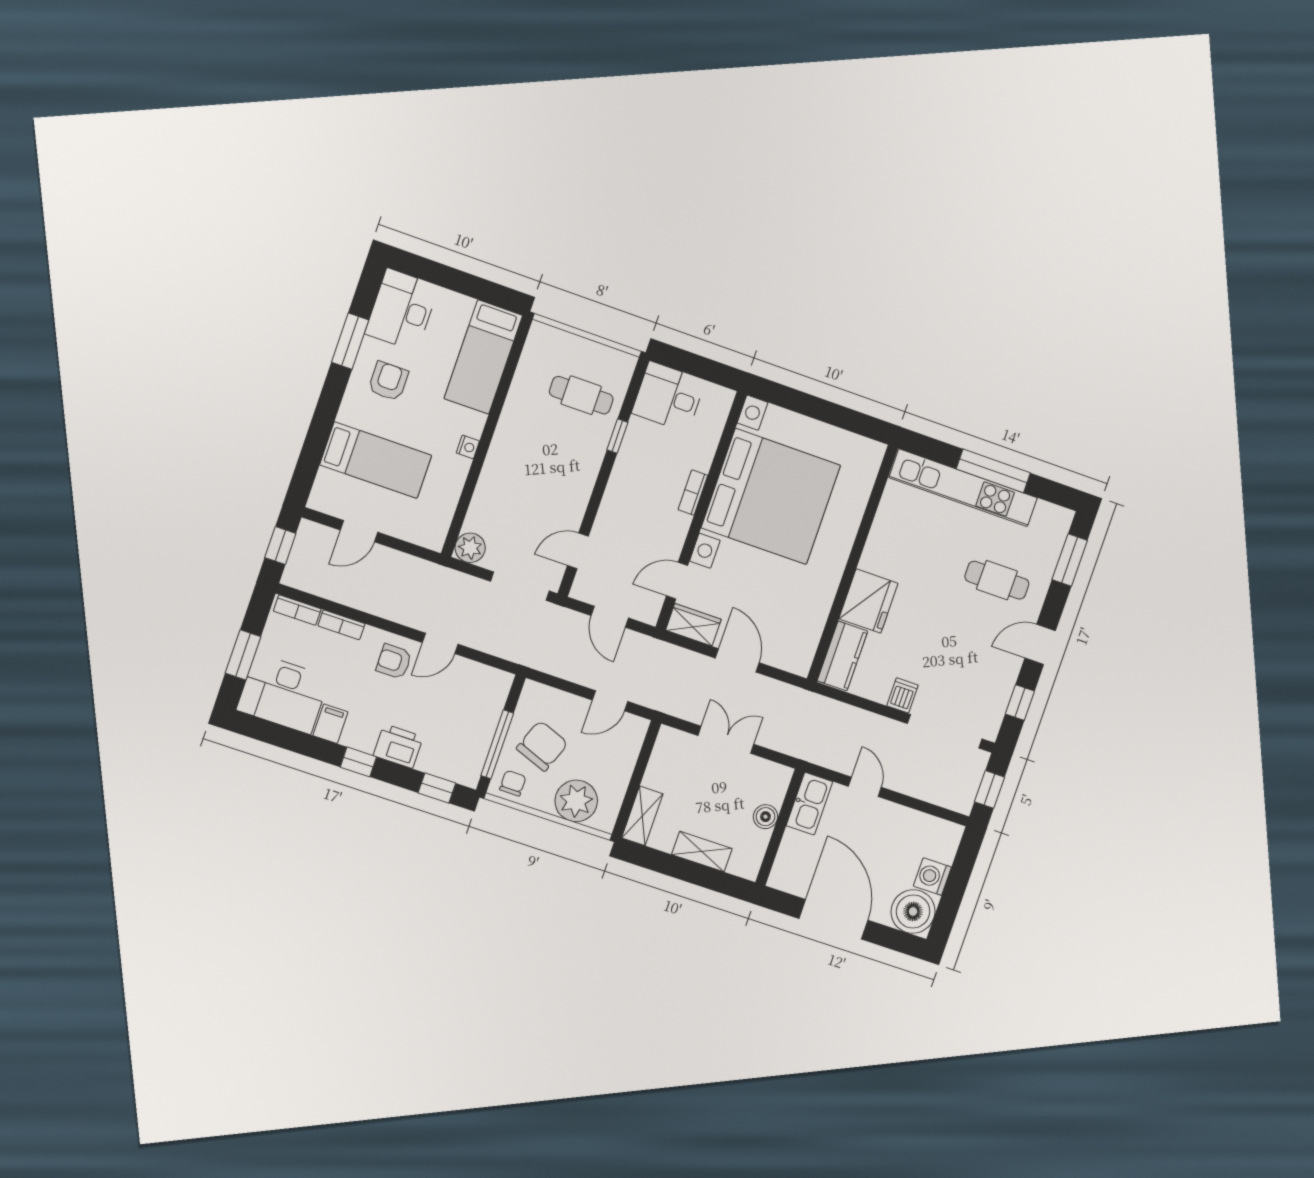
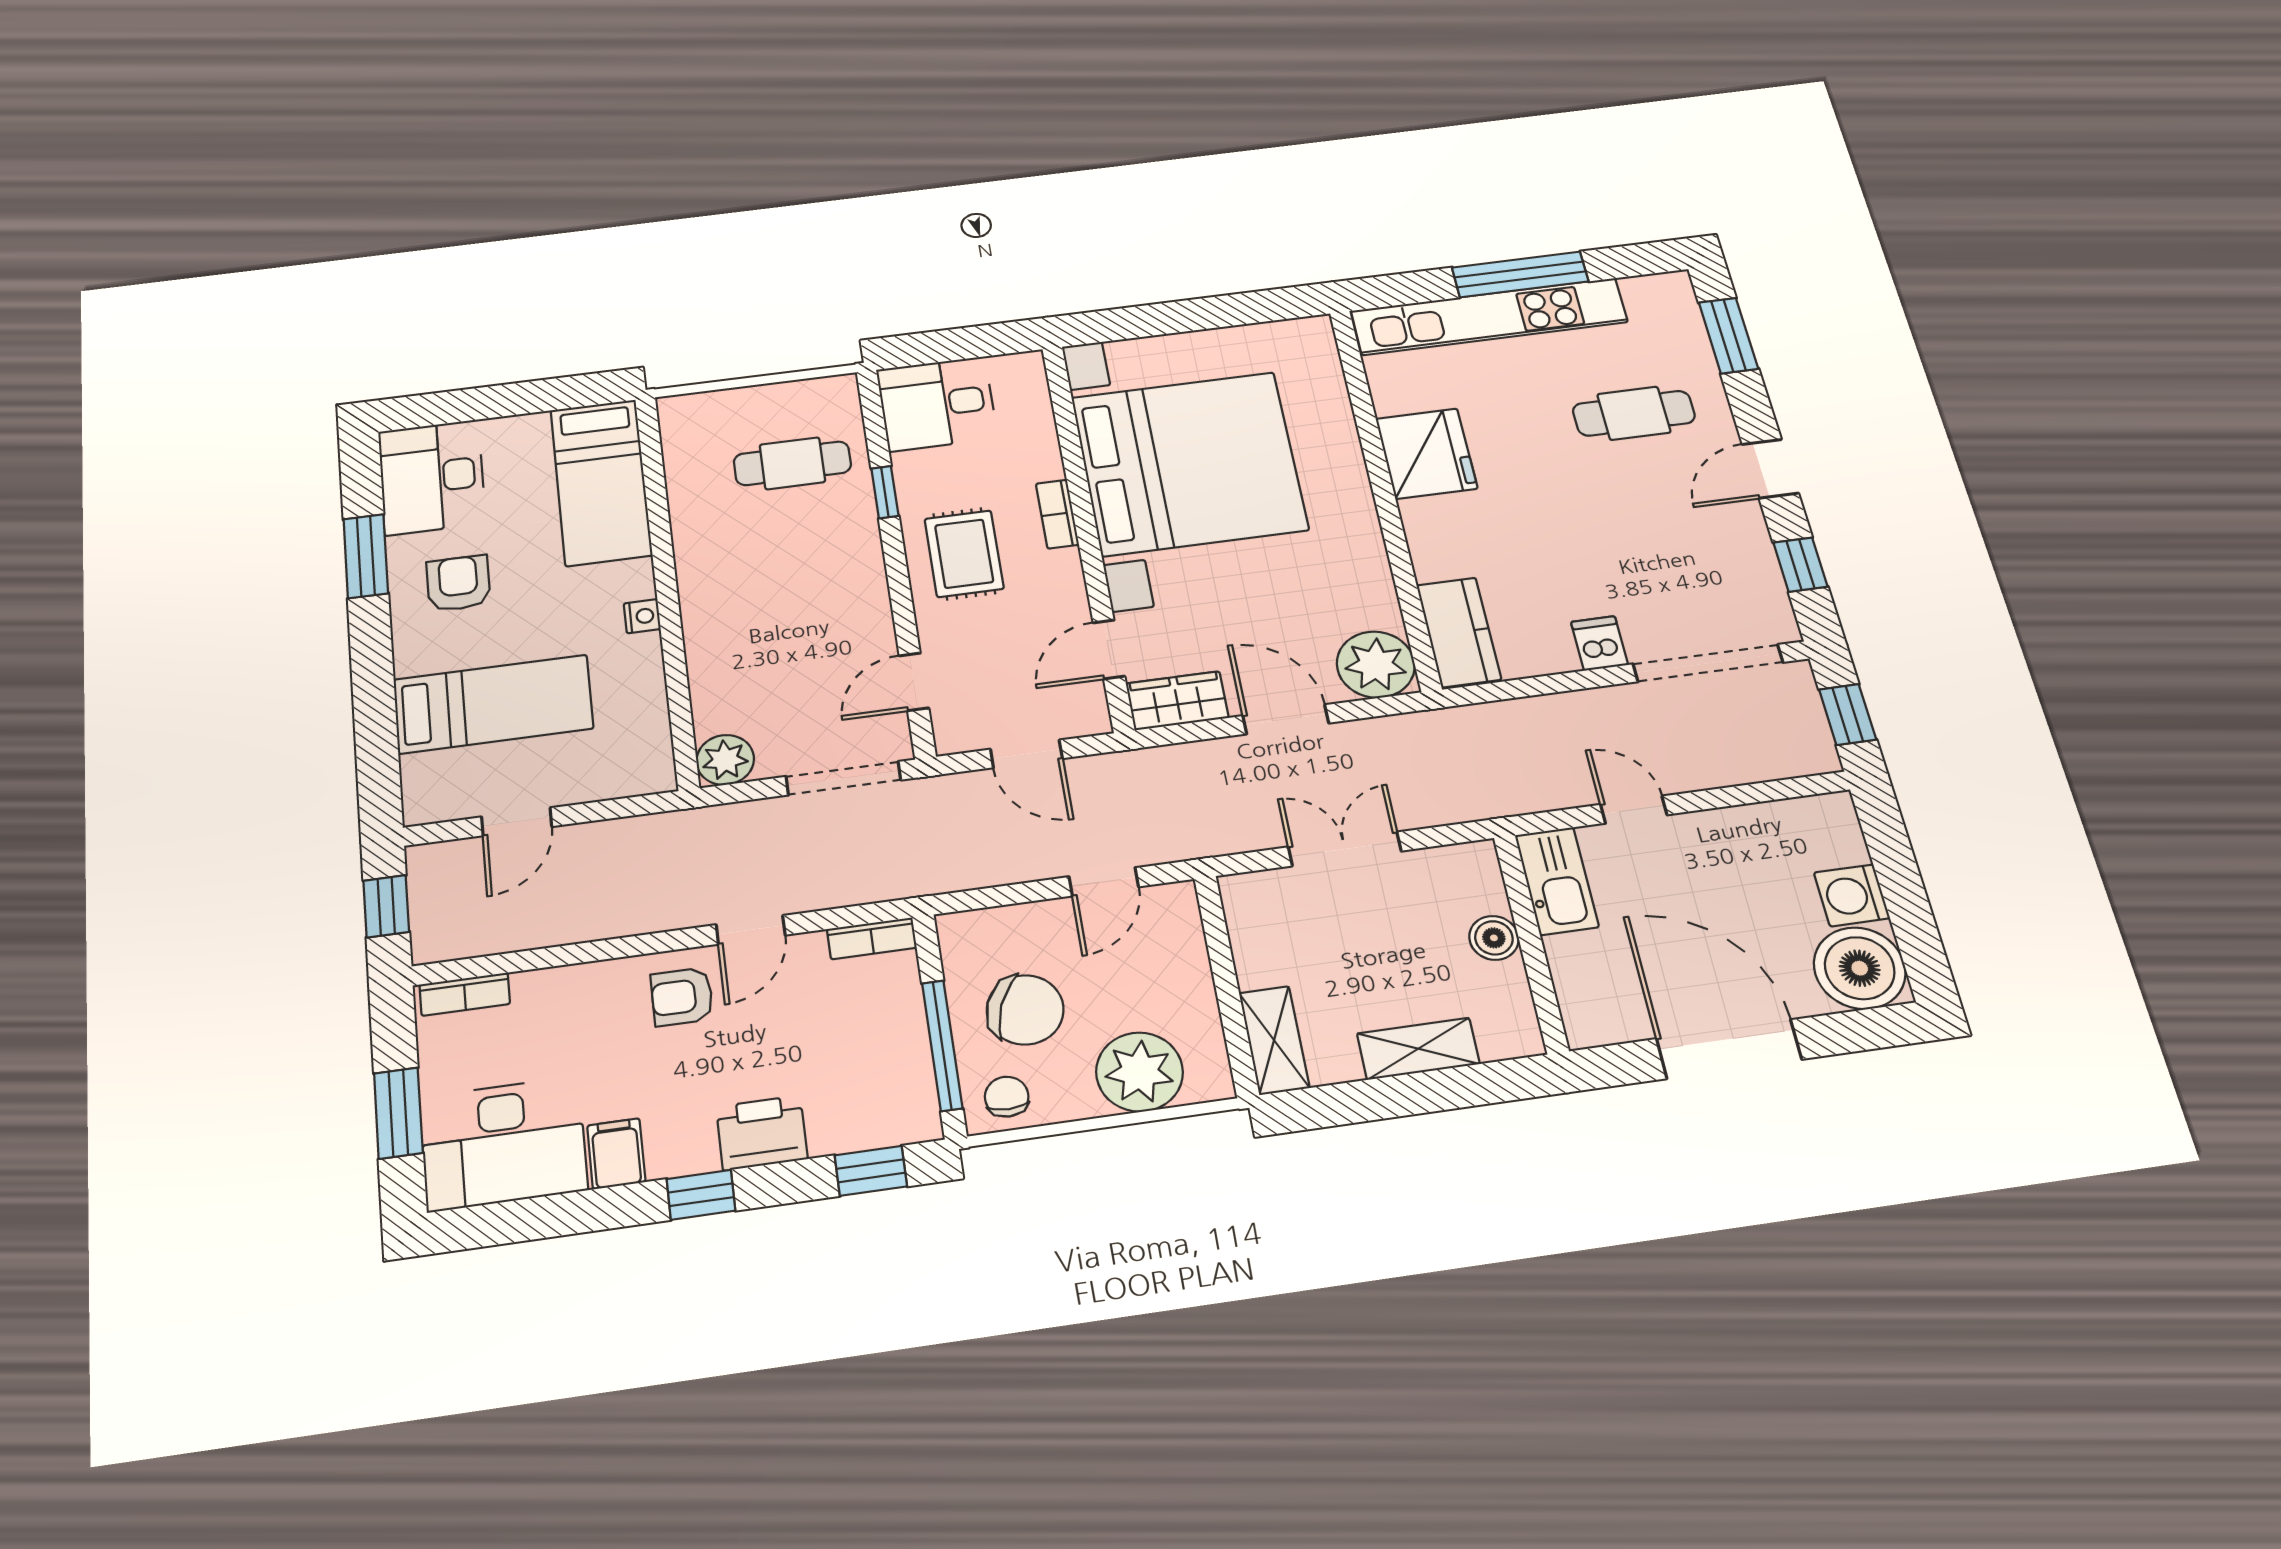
rug: (637, 492) -> (964, 554), added
fridge: (868, 601) -> (1426, 454), moved
bookcase: (341, 625) -> (872, 938), moved
plant: (795, 653) -> (1376, 665), added
chair: (542, 746) -> (1025, 1010), turned 90

